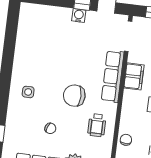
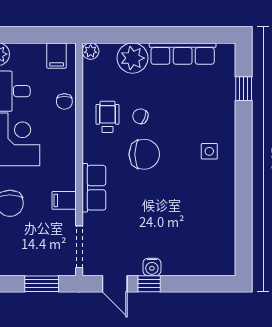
row of seats: (113, 76) -> (94, 188), width x0.68
filing cabinet: (134, 76) -> (64, 200), width x0.50
chair: (50, 128) -> (140, 116), moved

